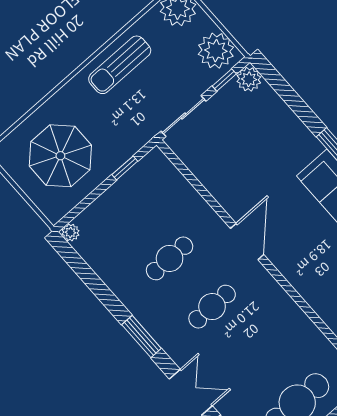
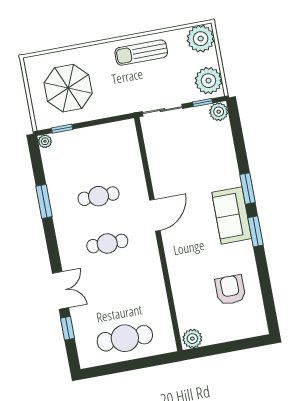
window: (125, 168) -> (62, 129), moved
window: (141, 336) -> (44, 201), moved

